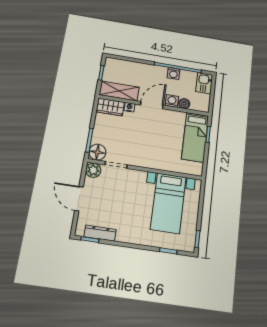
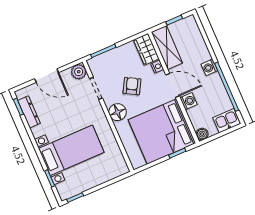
washing machine: (174, 73) -> (209, 67), moved
boiler: (184, 104) -> (202, 134), moved
armchair: (133, 136) -> (132, 86), added
bed: (195, 137) -> (162, 131), width x2.04
floor lamp: (97, 152) -> (118, 112), moved
door: (79, 199) -> (47, 76), swing flipped
bed with nightstands: (168, 203) -> (71, 150), moved, turned 180

